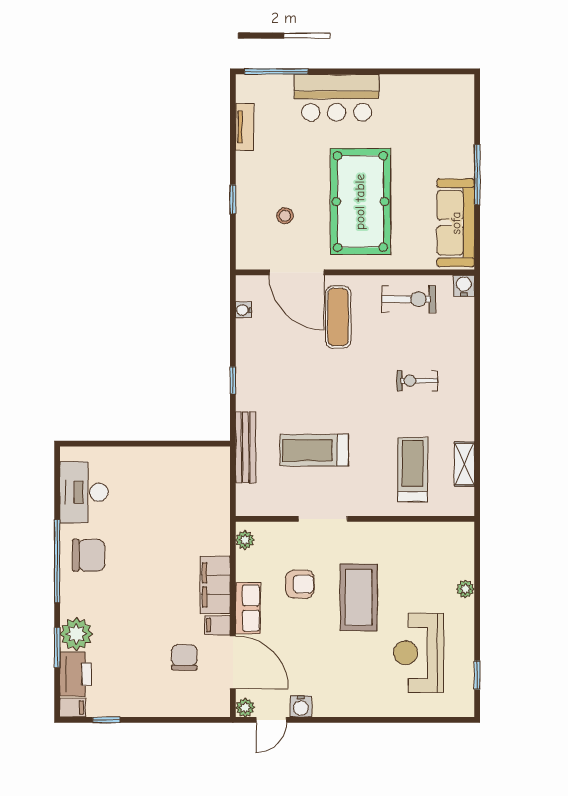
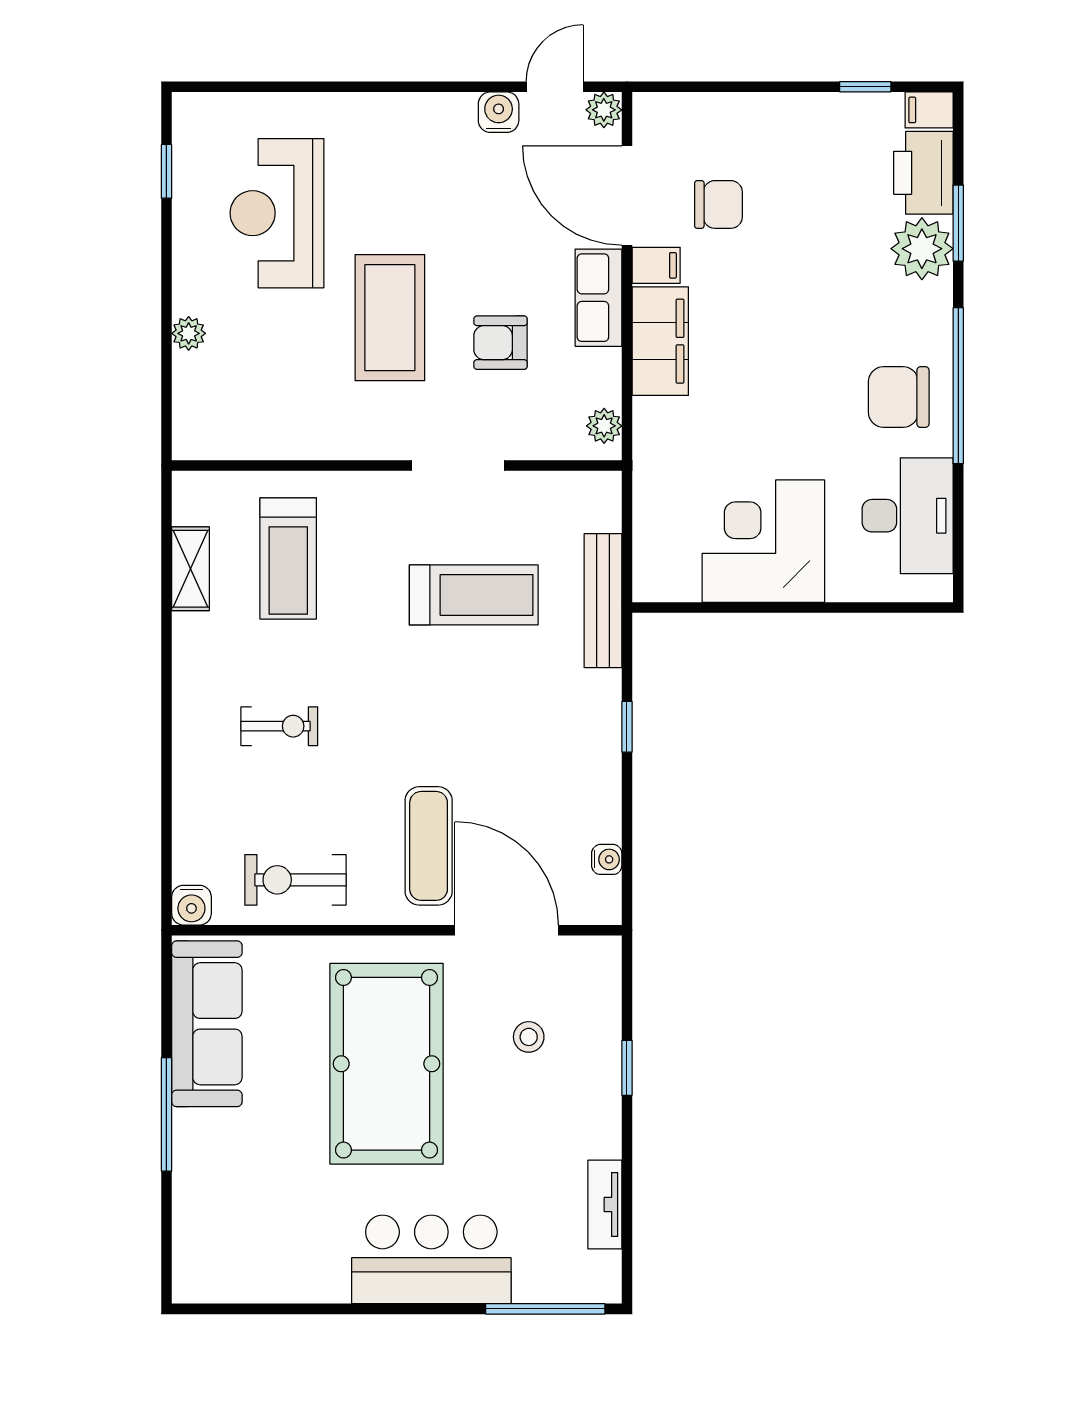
corner desk: (160, 479) -> (763, 541), added
reception desk: (418, 653) -> (277, 213), turned 180
chair: (184, 657) -> (718, 204), turned -90

